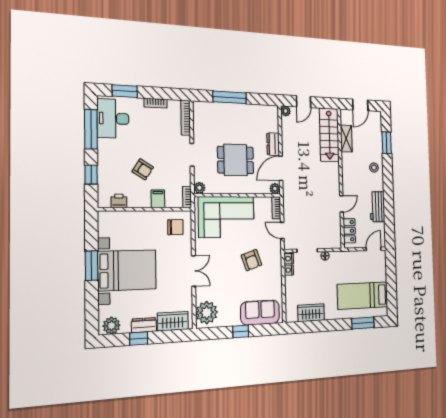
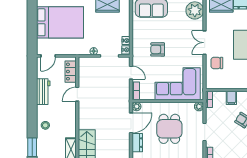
dining table: (236, 160) -> (169, 129), turned 90
chair: (175, 227) -> (217, 63), moved
armchair: (251, 260) -> (158, 49), turned -71
bed: (363, 296) -> (60, 22), width x1.50

